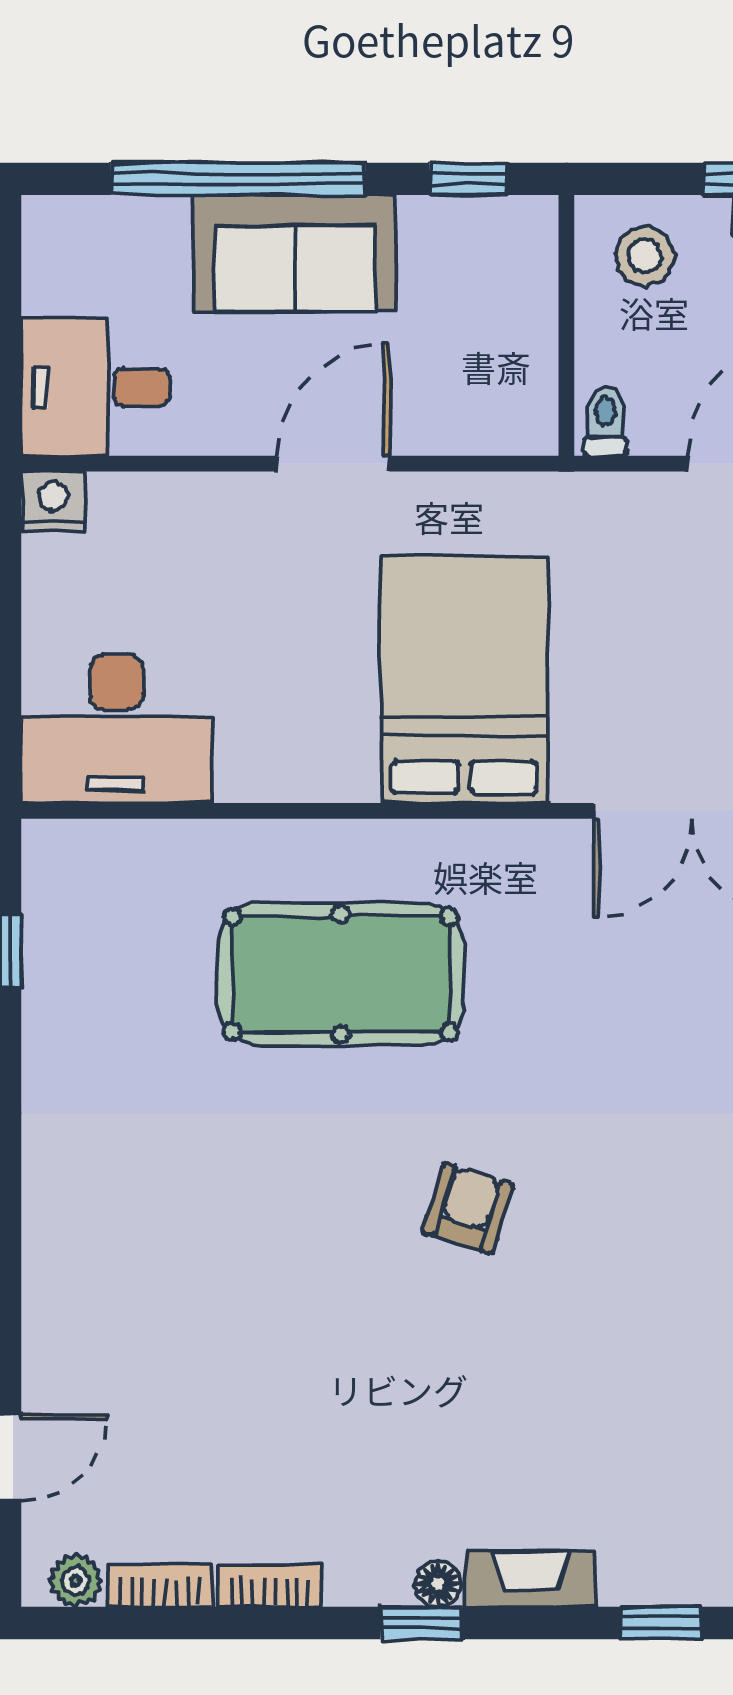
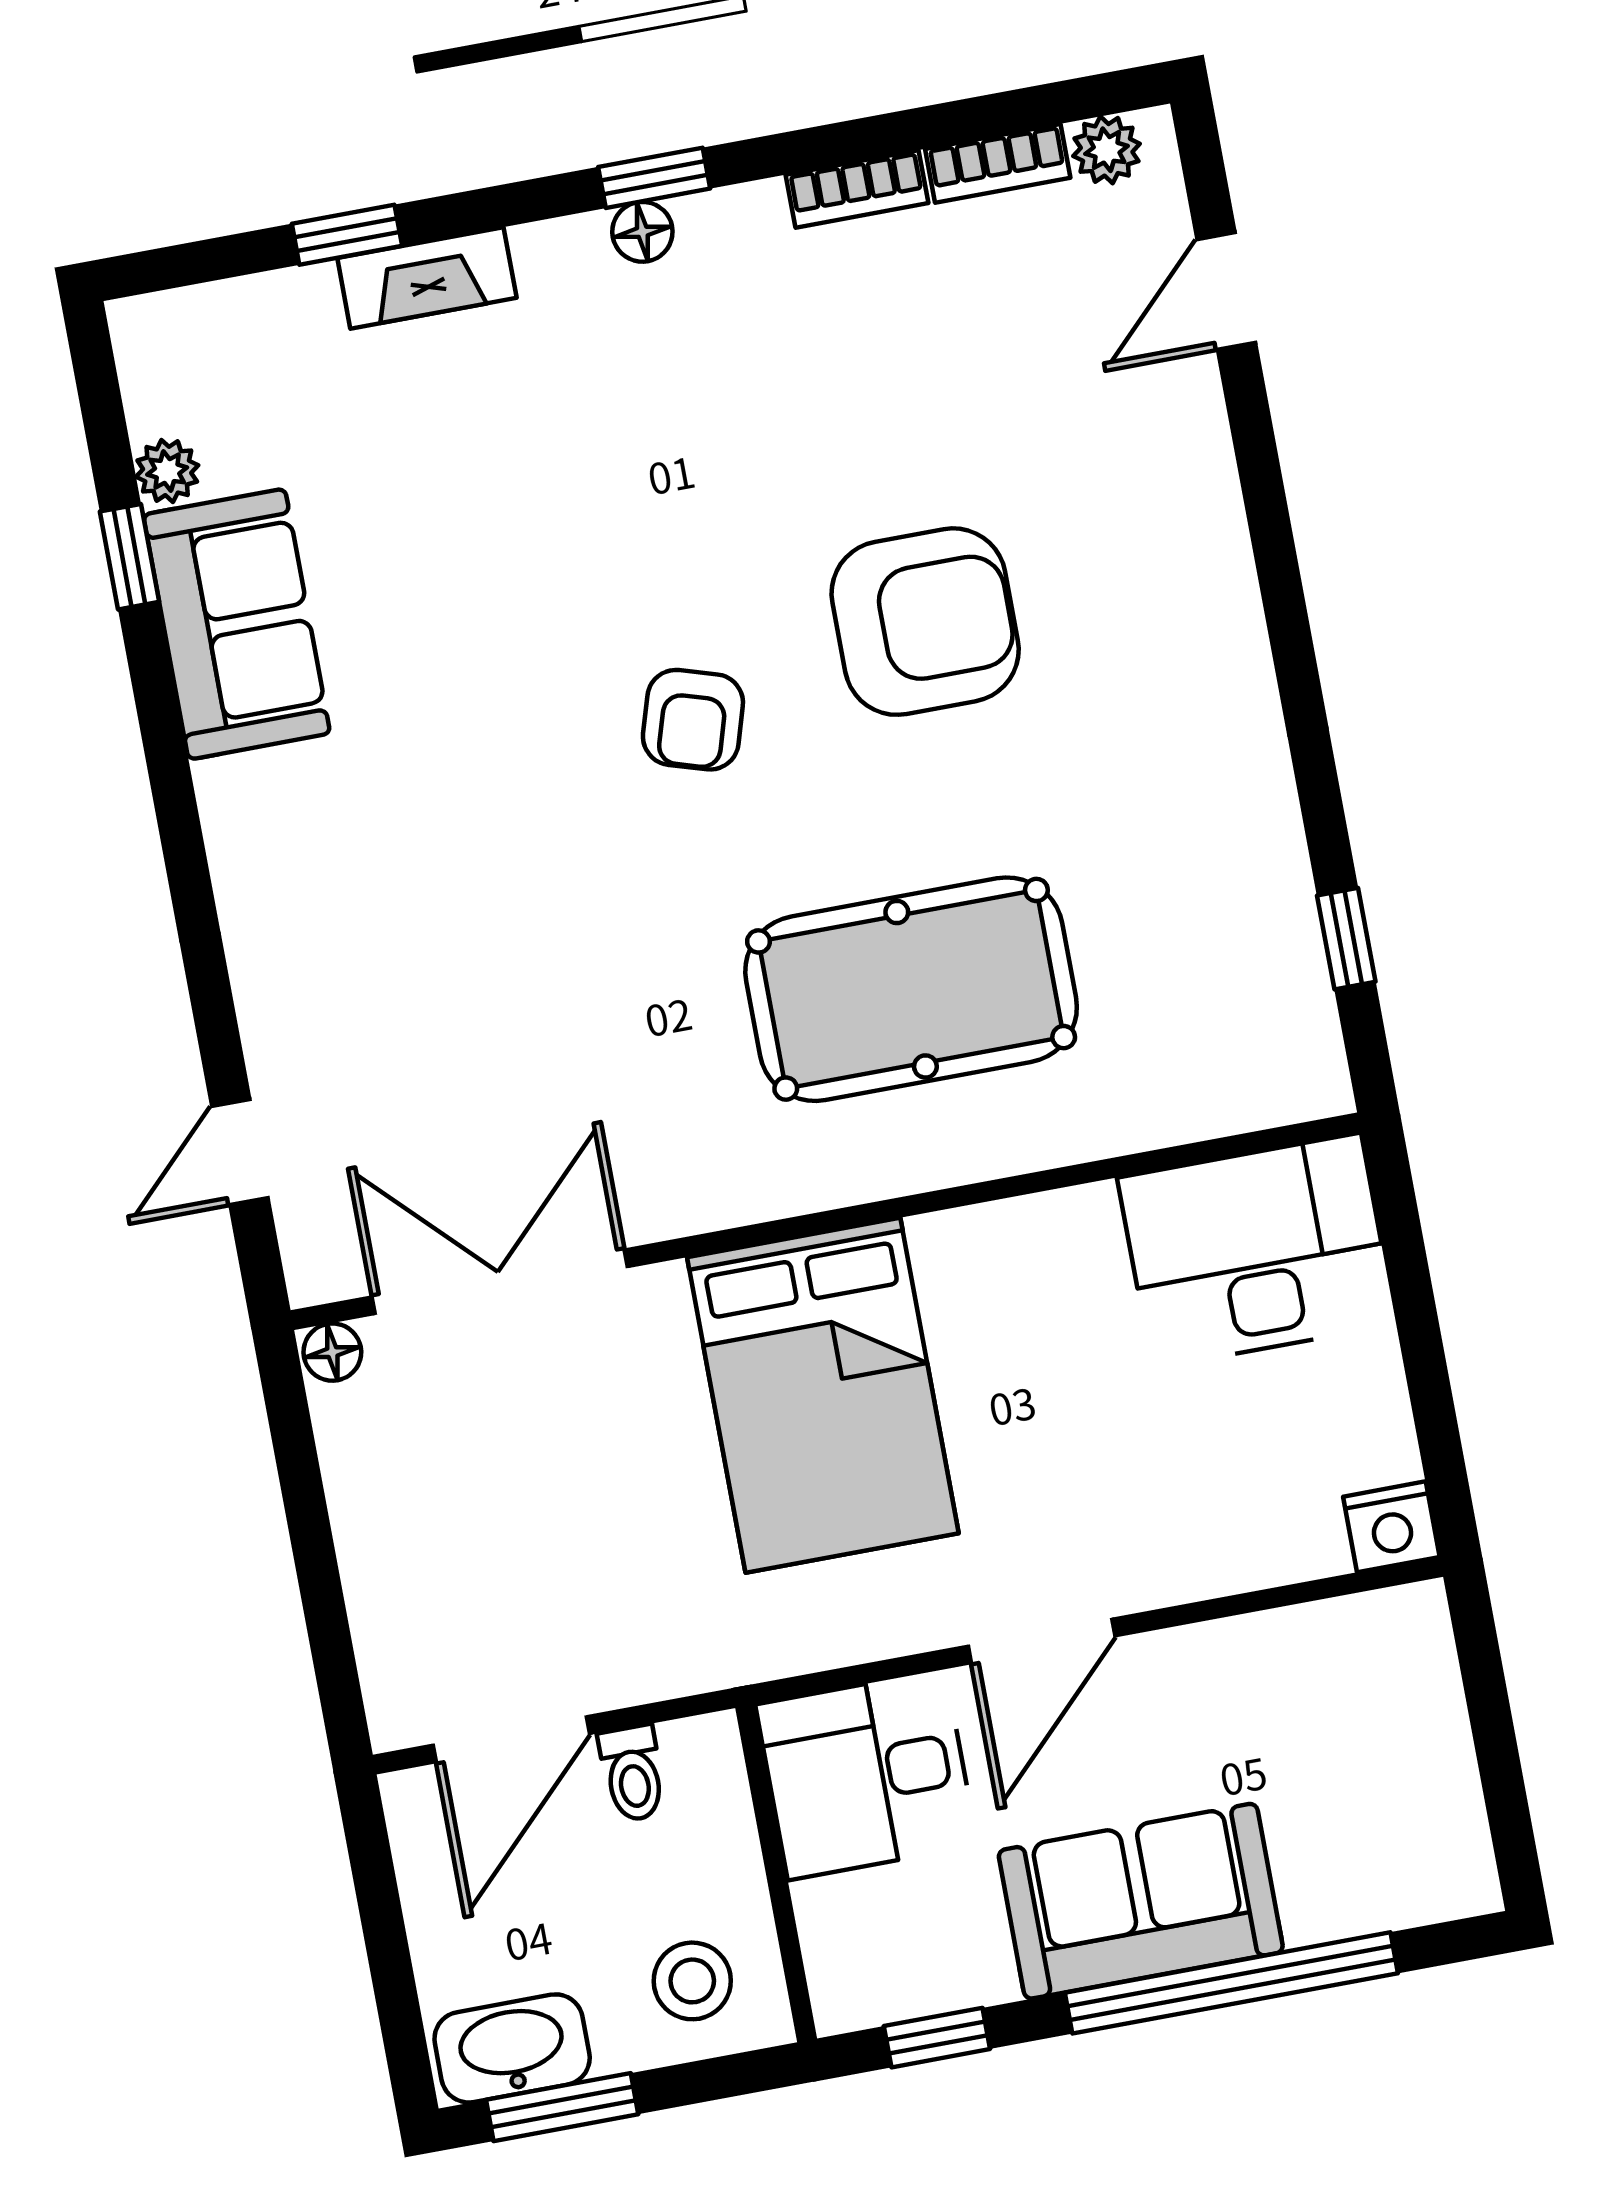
desk: (95, 387) -> (866, 1775), moved, turned 180
toilet: (605, 421) -> (633, 1773), moved
armchair: (279, 1250) -> (925, 622), added
fireplace: (531, 1579) -> (427, 278), moved

